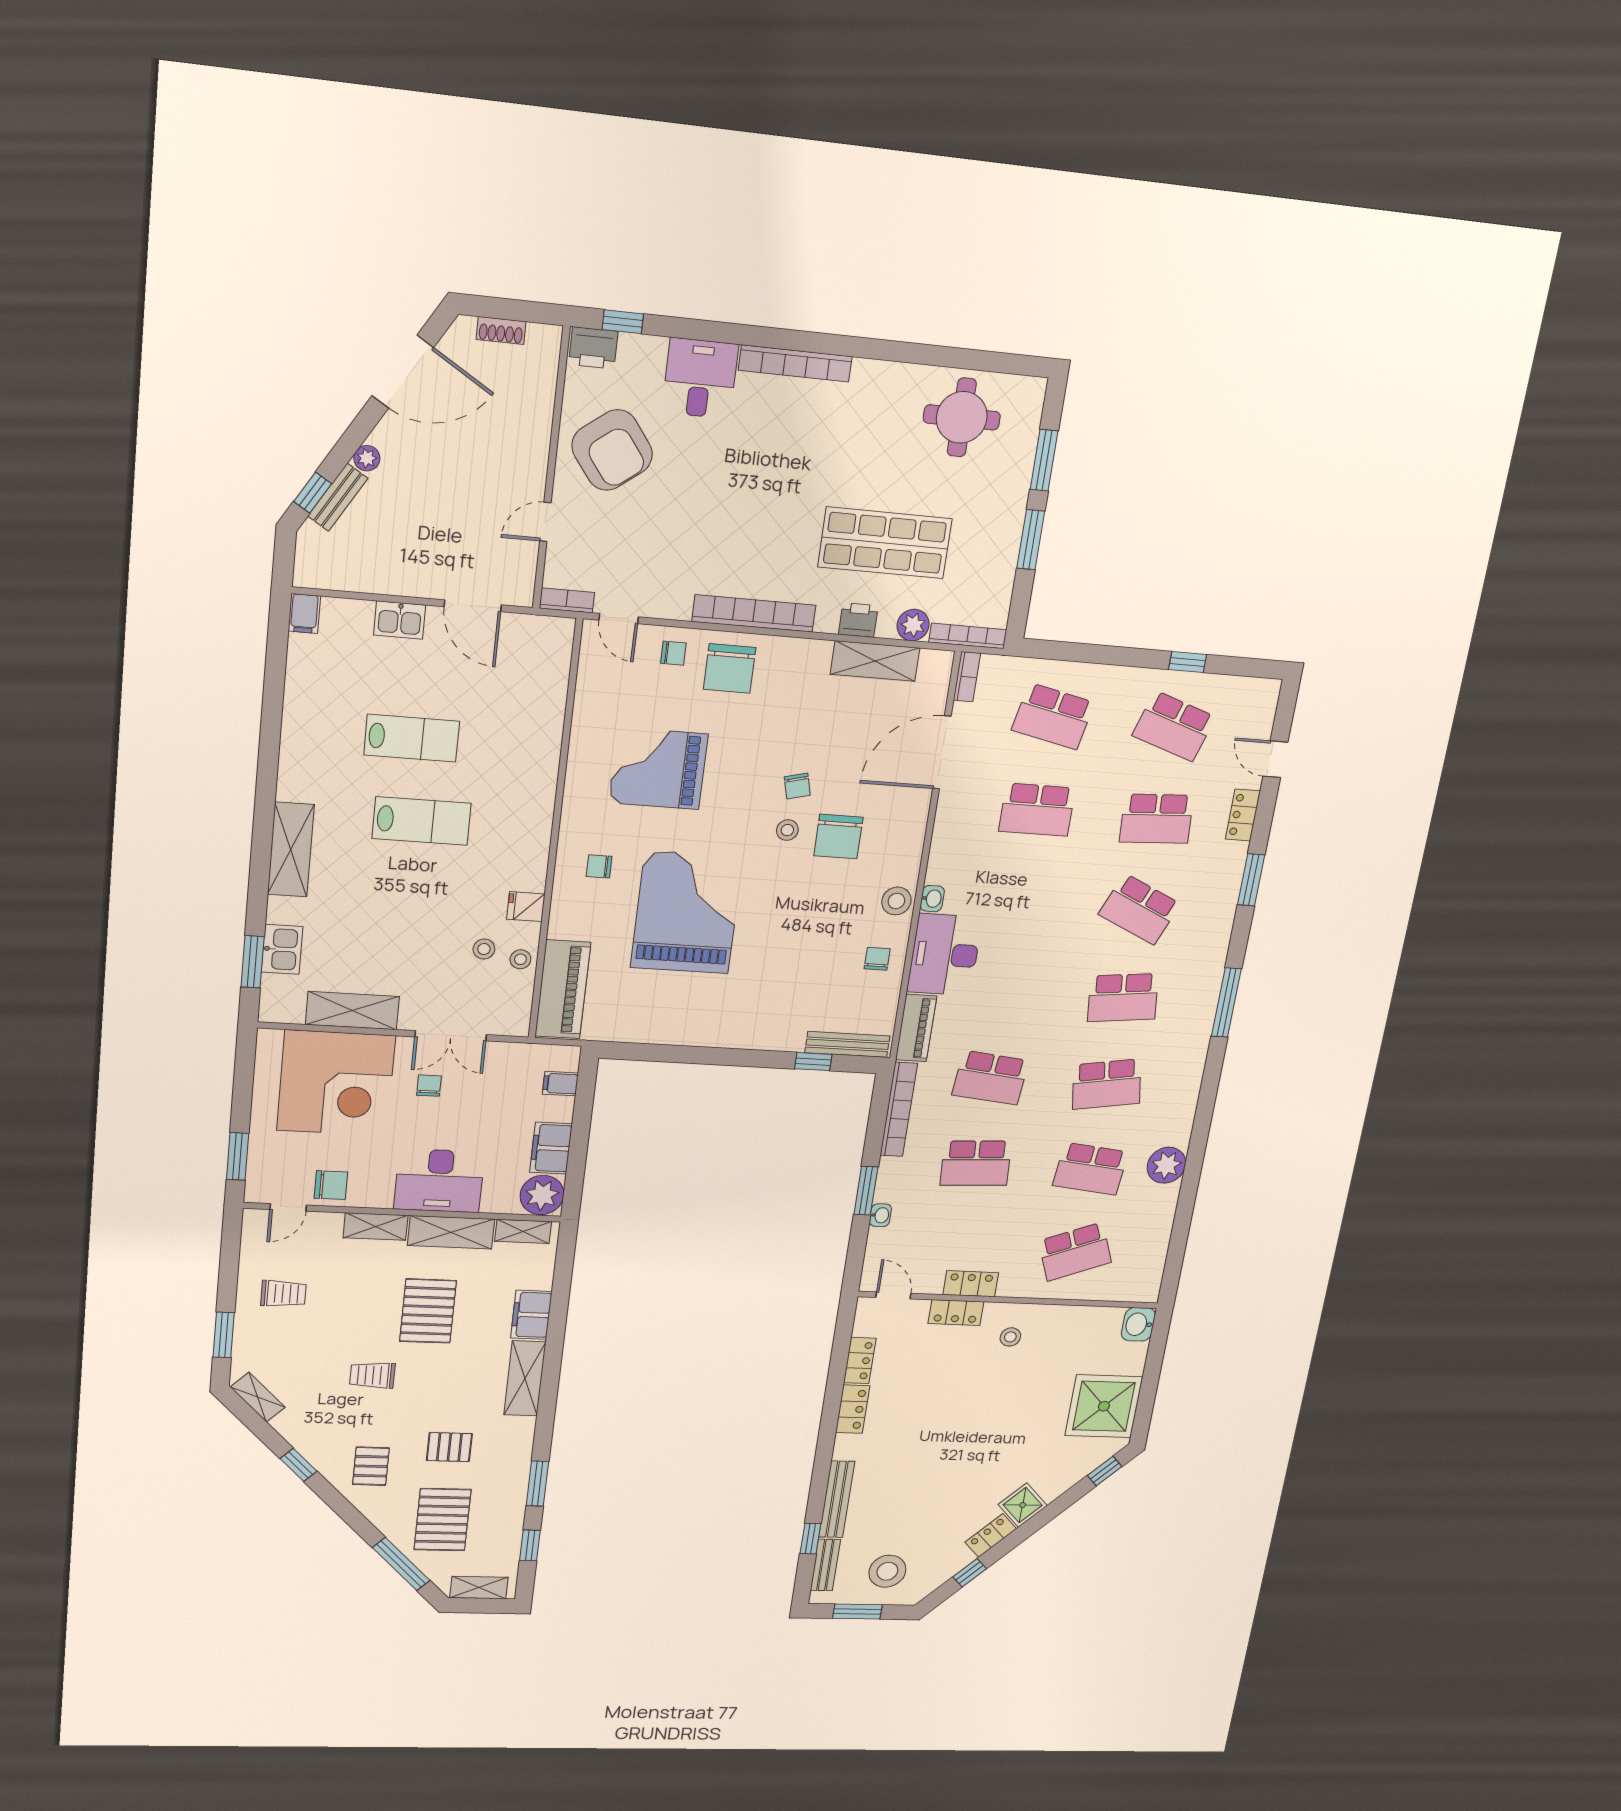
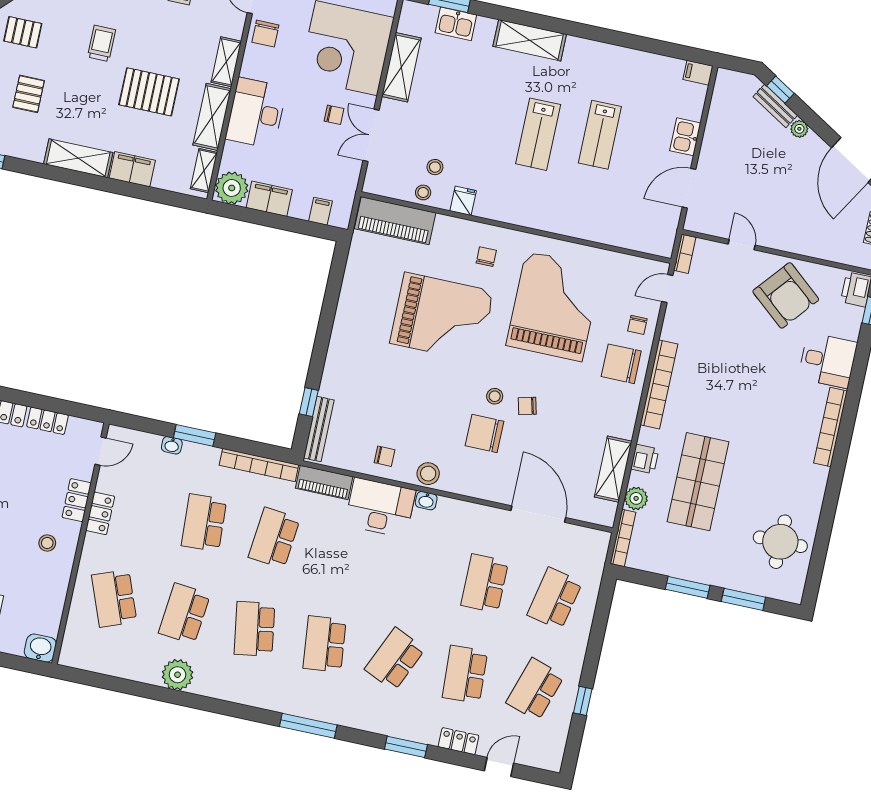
armchair: (612, 450) -> (786, 295), turned -103
bookcase: (967, 677) -> (593, 536), removed
grand piano: (658, 768) -> (554, 306), width x1.37, depth x1.48

